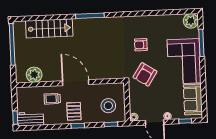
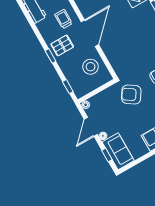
sofa: (193, 99) -> (118, 151), moved, turned 90
stool: (108, 106) -> (91, 67), moved

